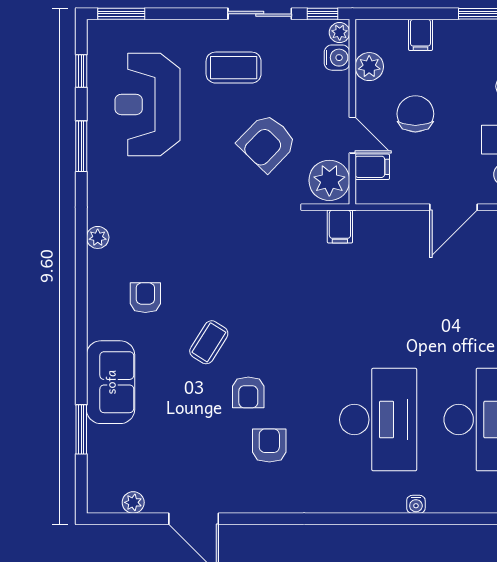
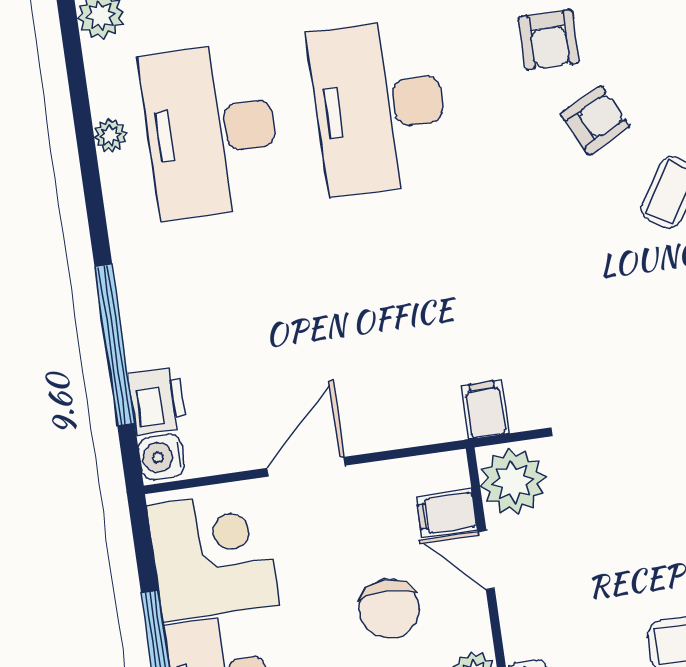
armchair: (267, 143) -> (622, 528), removed
armchair: (248, 392) -> (595, 120), turned 63

